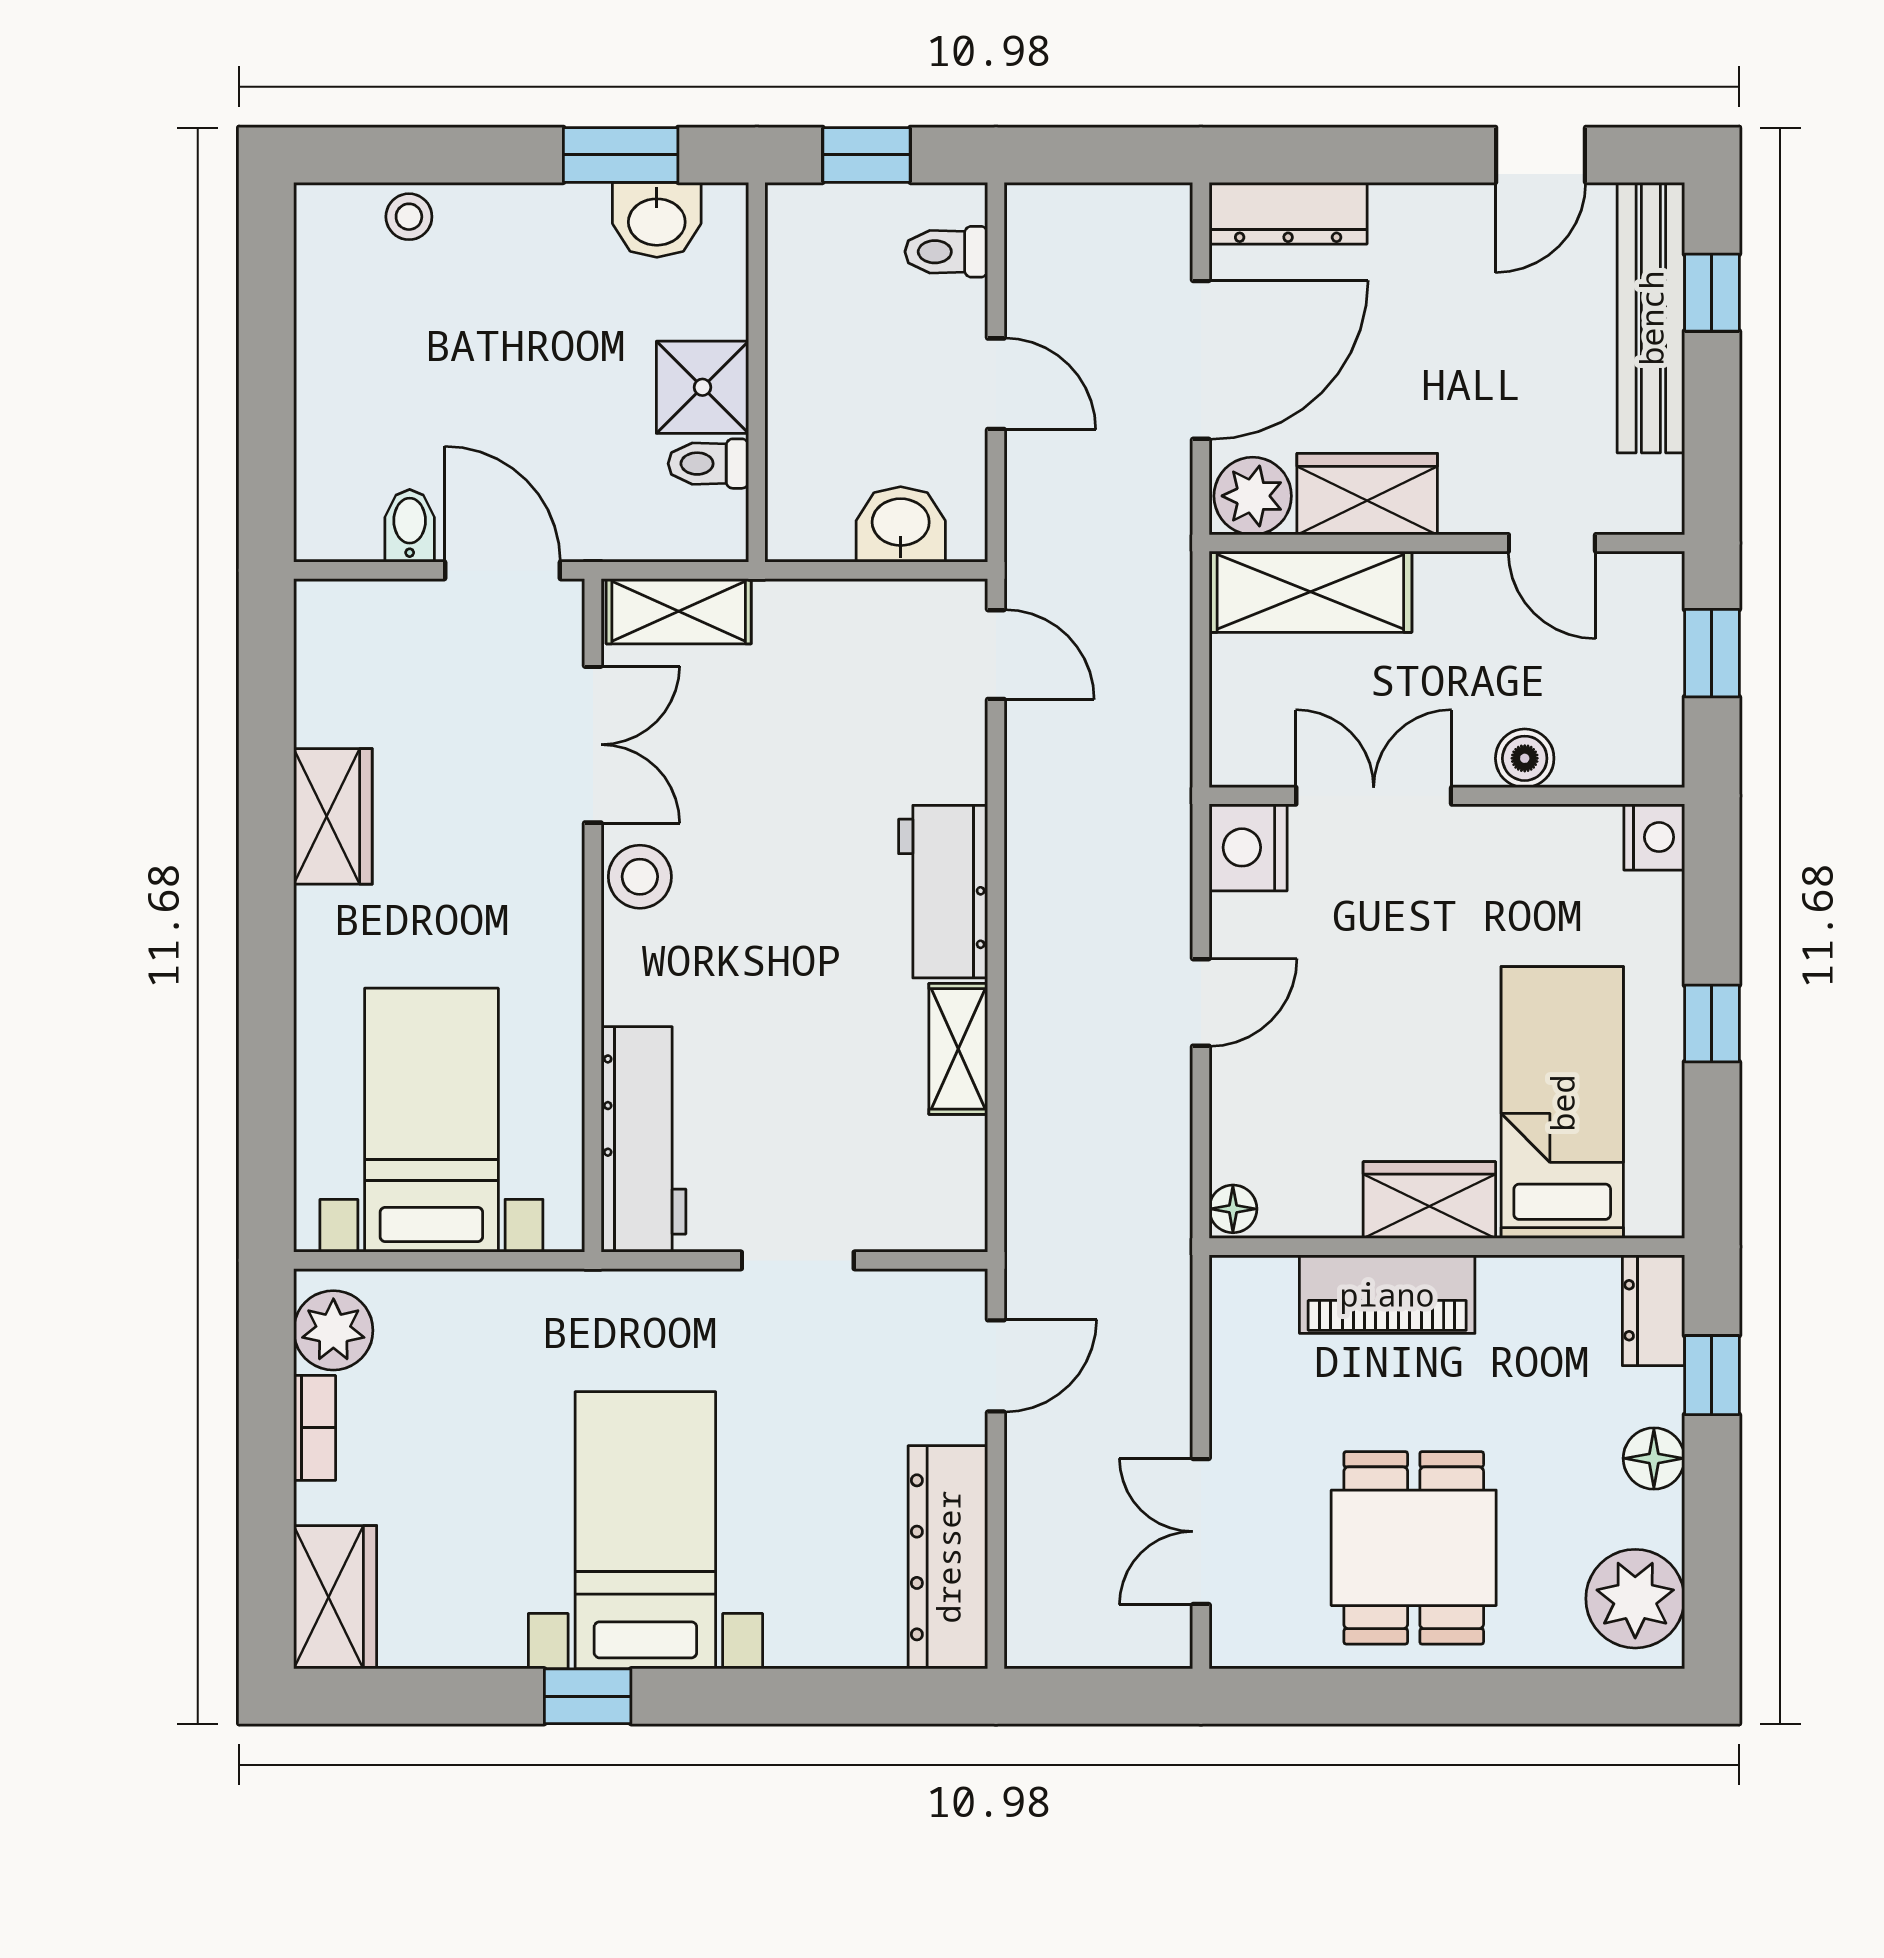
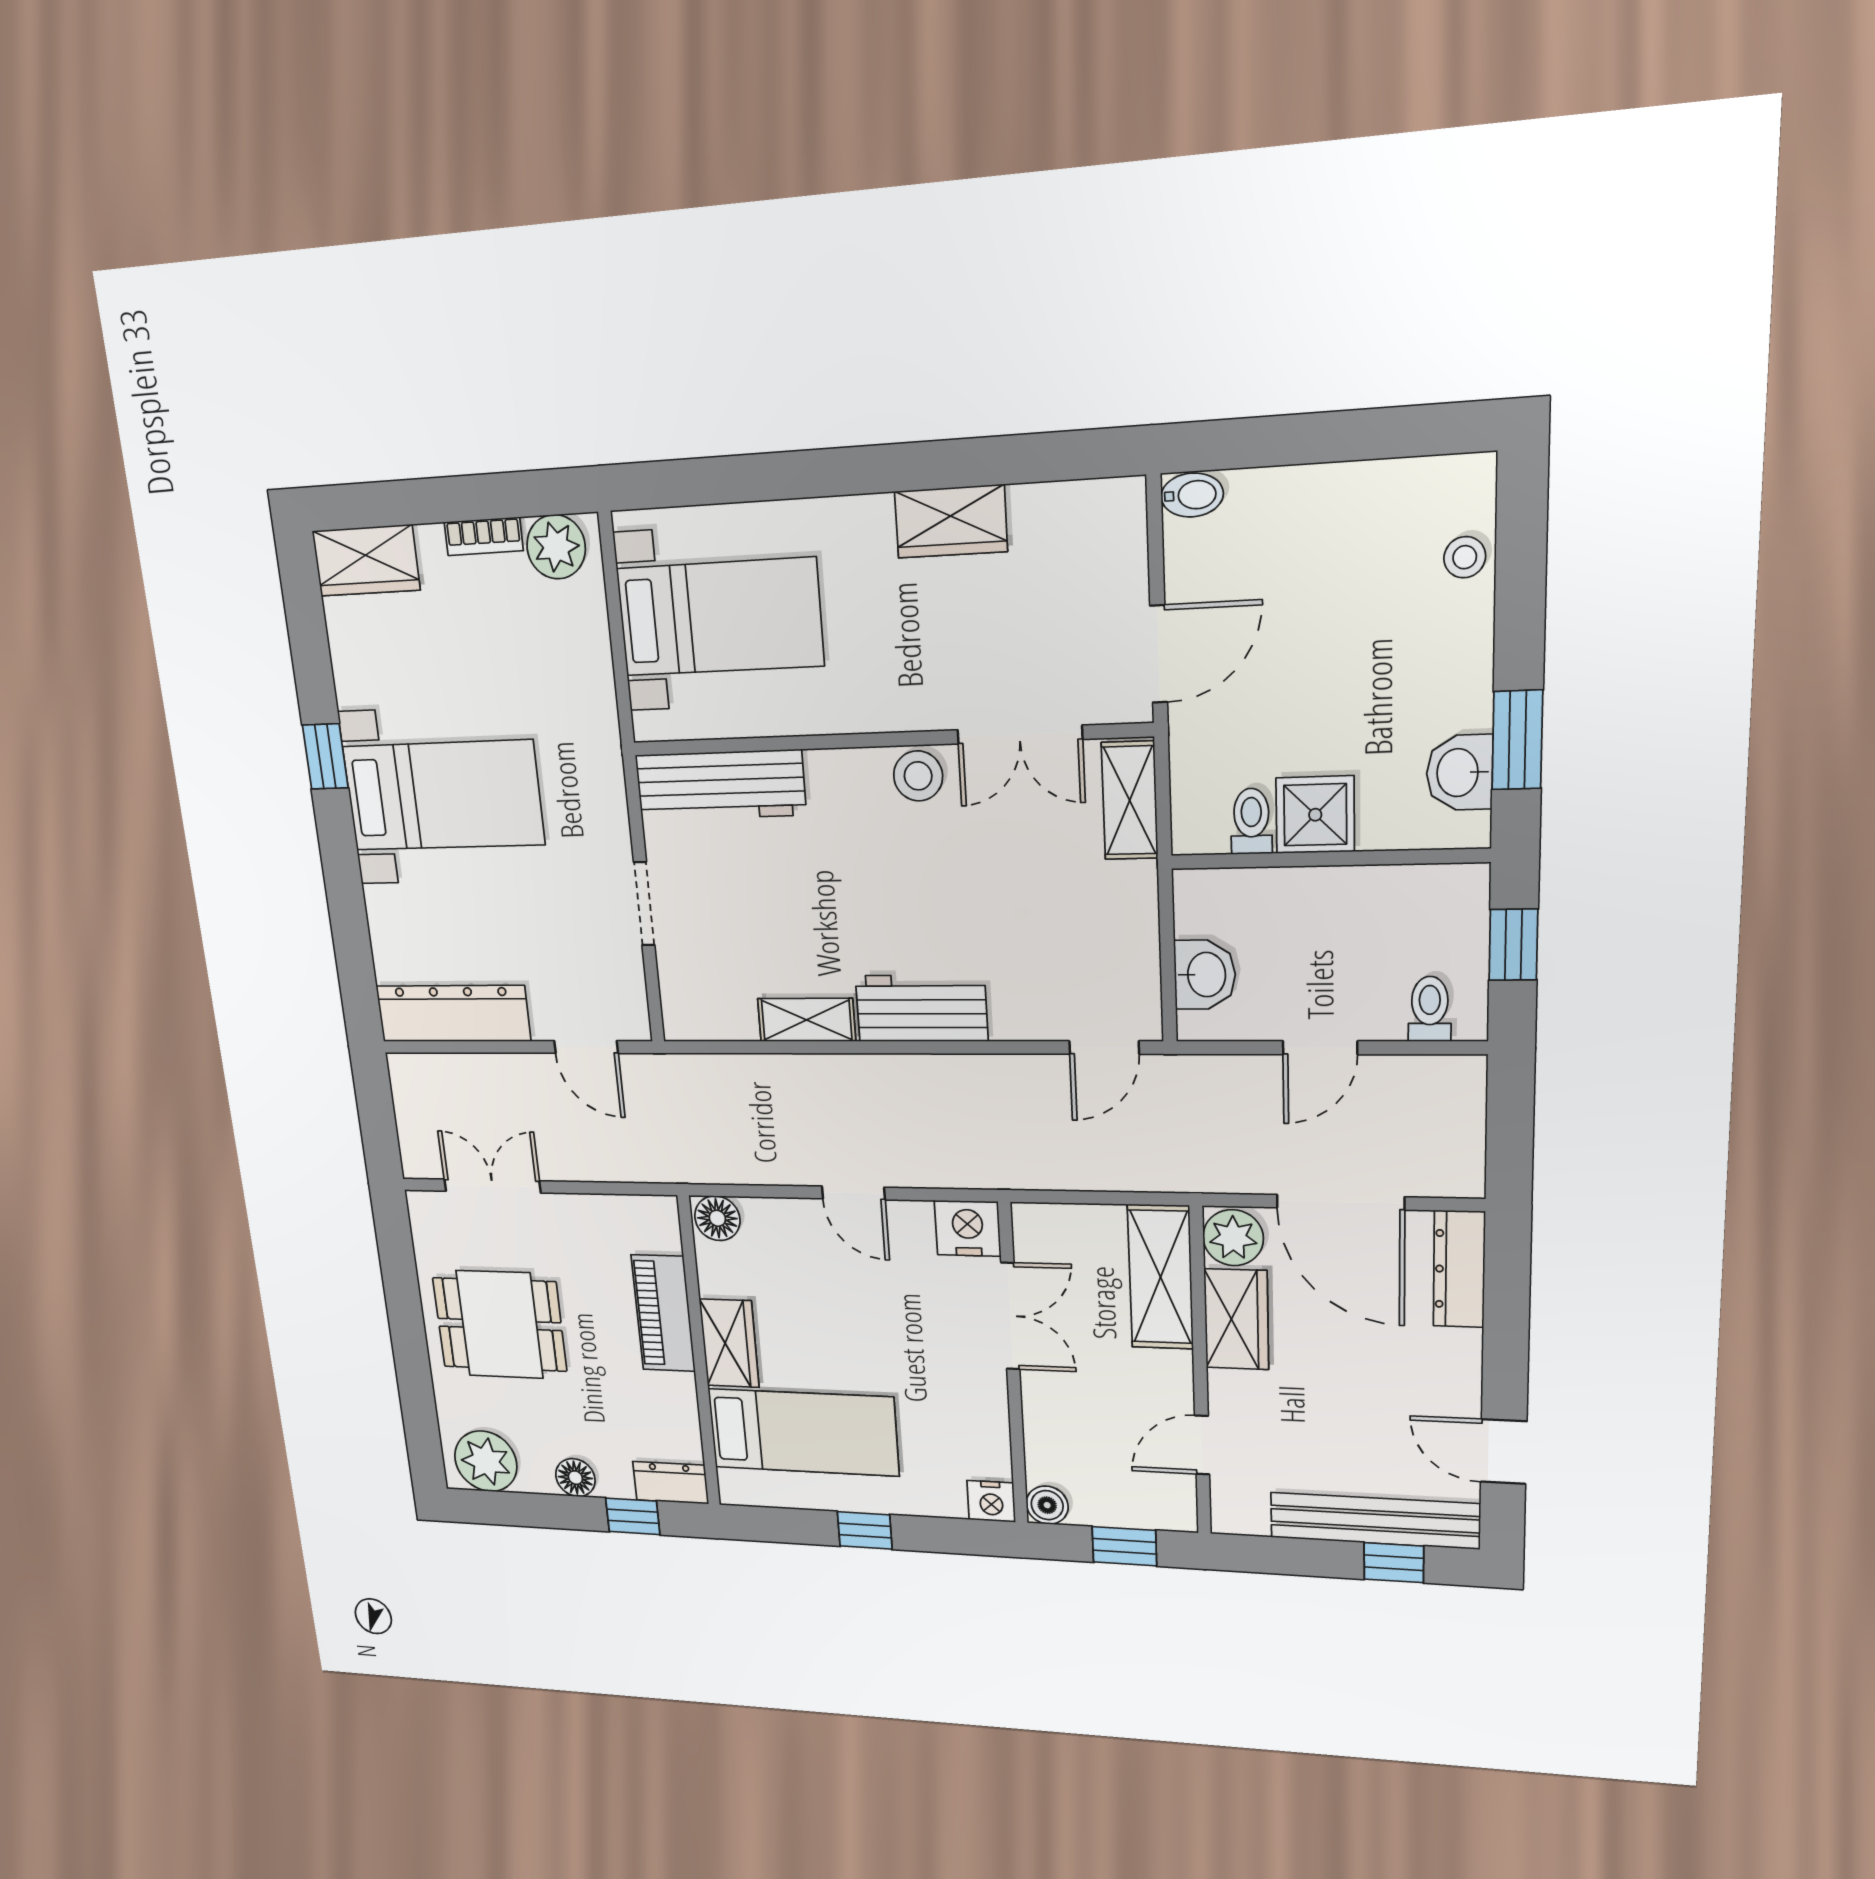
bidet: (410, 526) -> (1192, 495), moved
boiler: (1525, 758) -> (1047, 1505), moved
floor lamp: (1233, 1209) -> (717, 1218), width x1.37, depth x1.37

